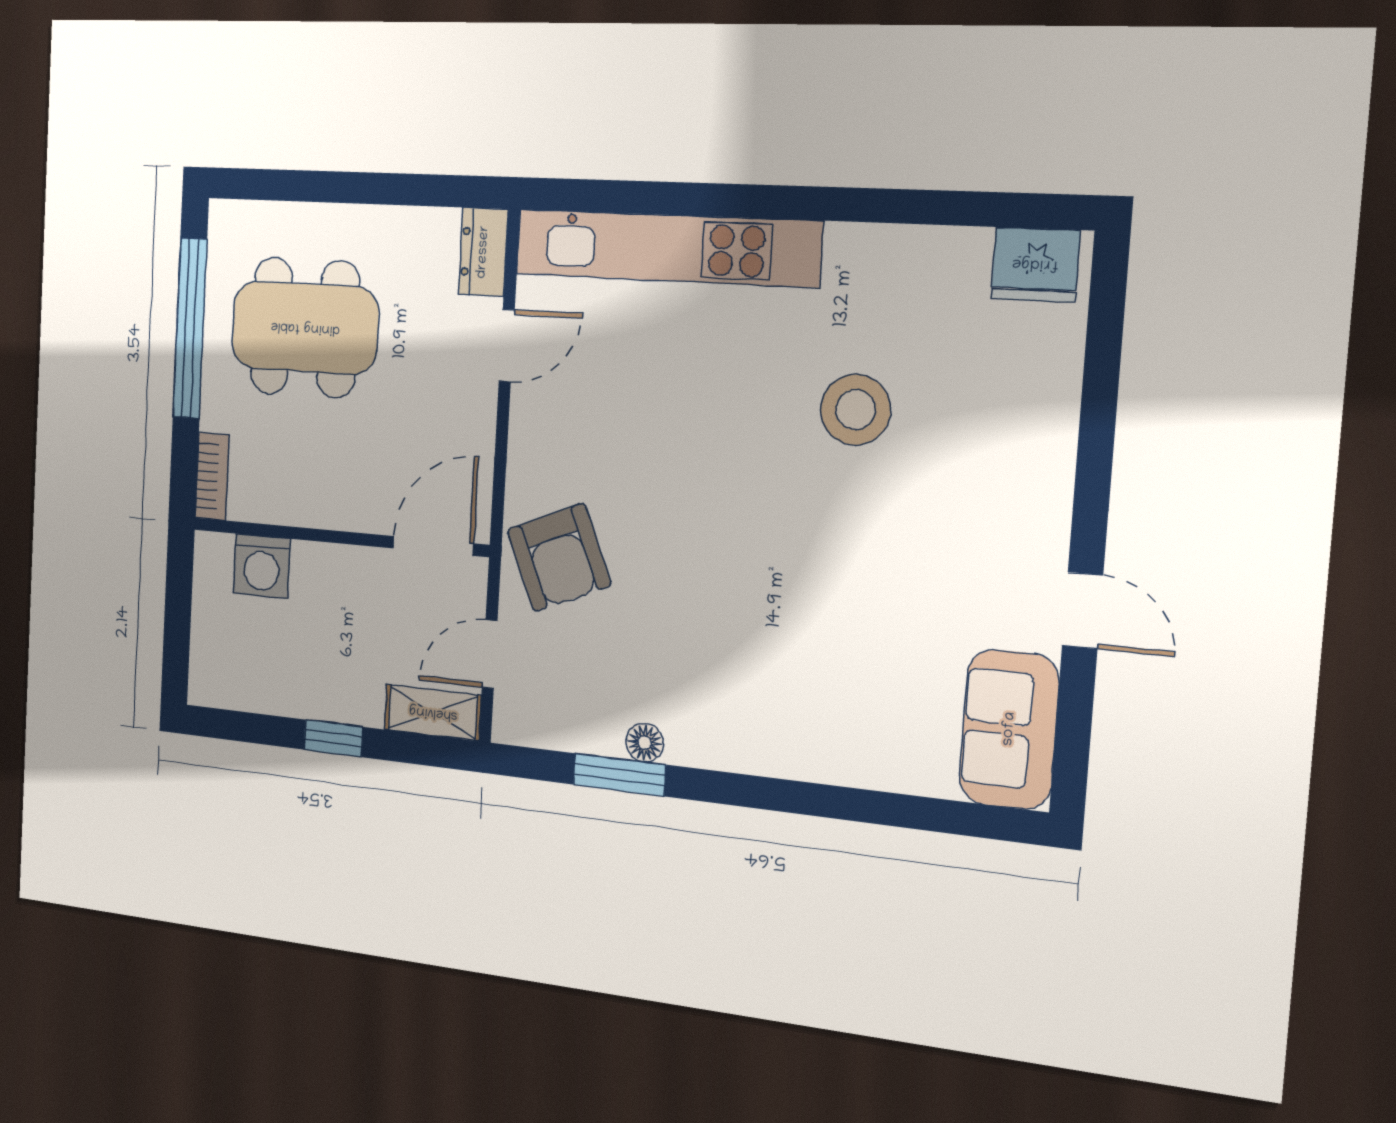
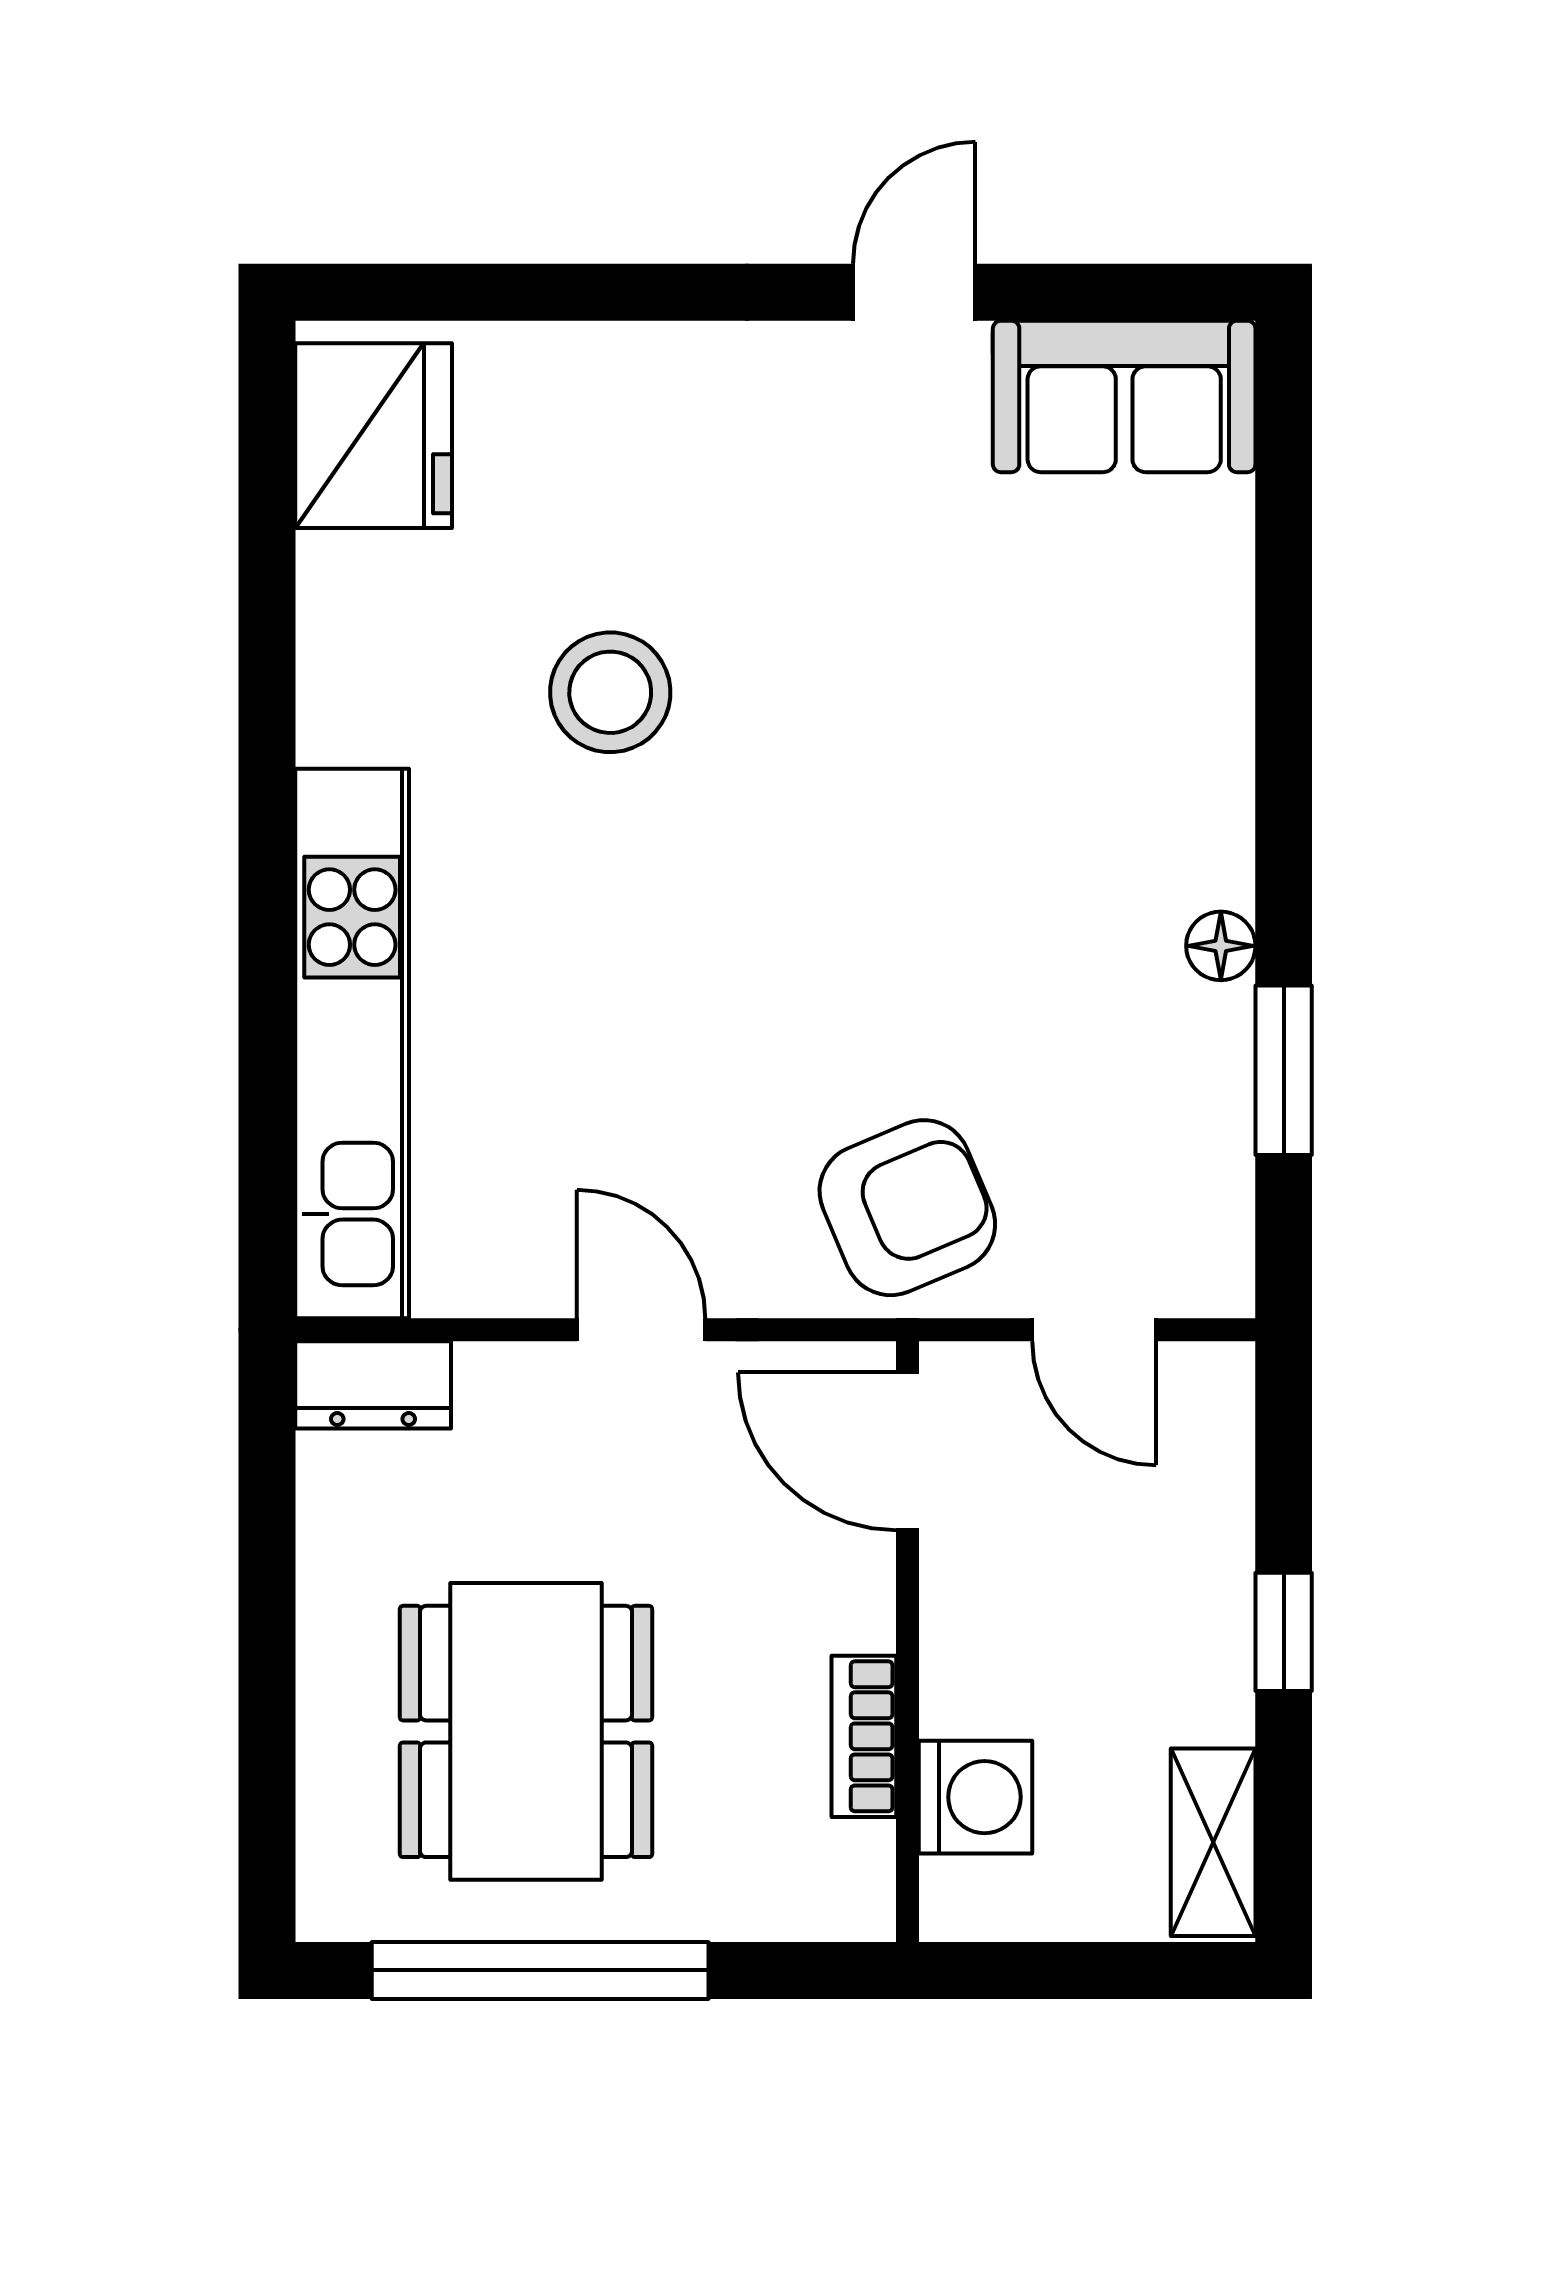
fridge: (1035, 264) -> (374, 436), width x1.36, depth x1.34
door: (507, 346) -> (641, 1330), moved
bookcase: (212, 476) -> (864, 1736), moved, turned -90
shelving: (433, 713) -> (1213, 1842), moved
floor lamp: (645, 743) -> (1221, 946), moved

